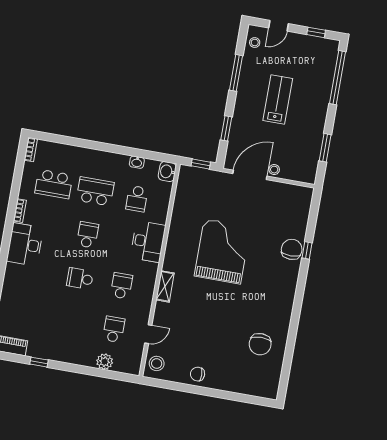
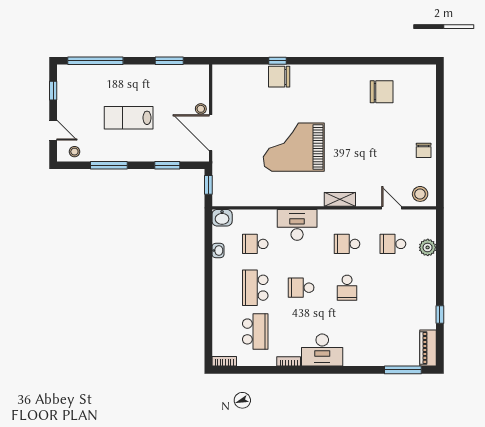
school desk: (137, 199) -> (255, 244), turned 180

